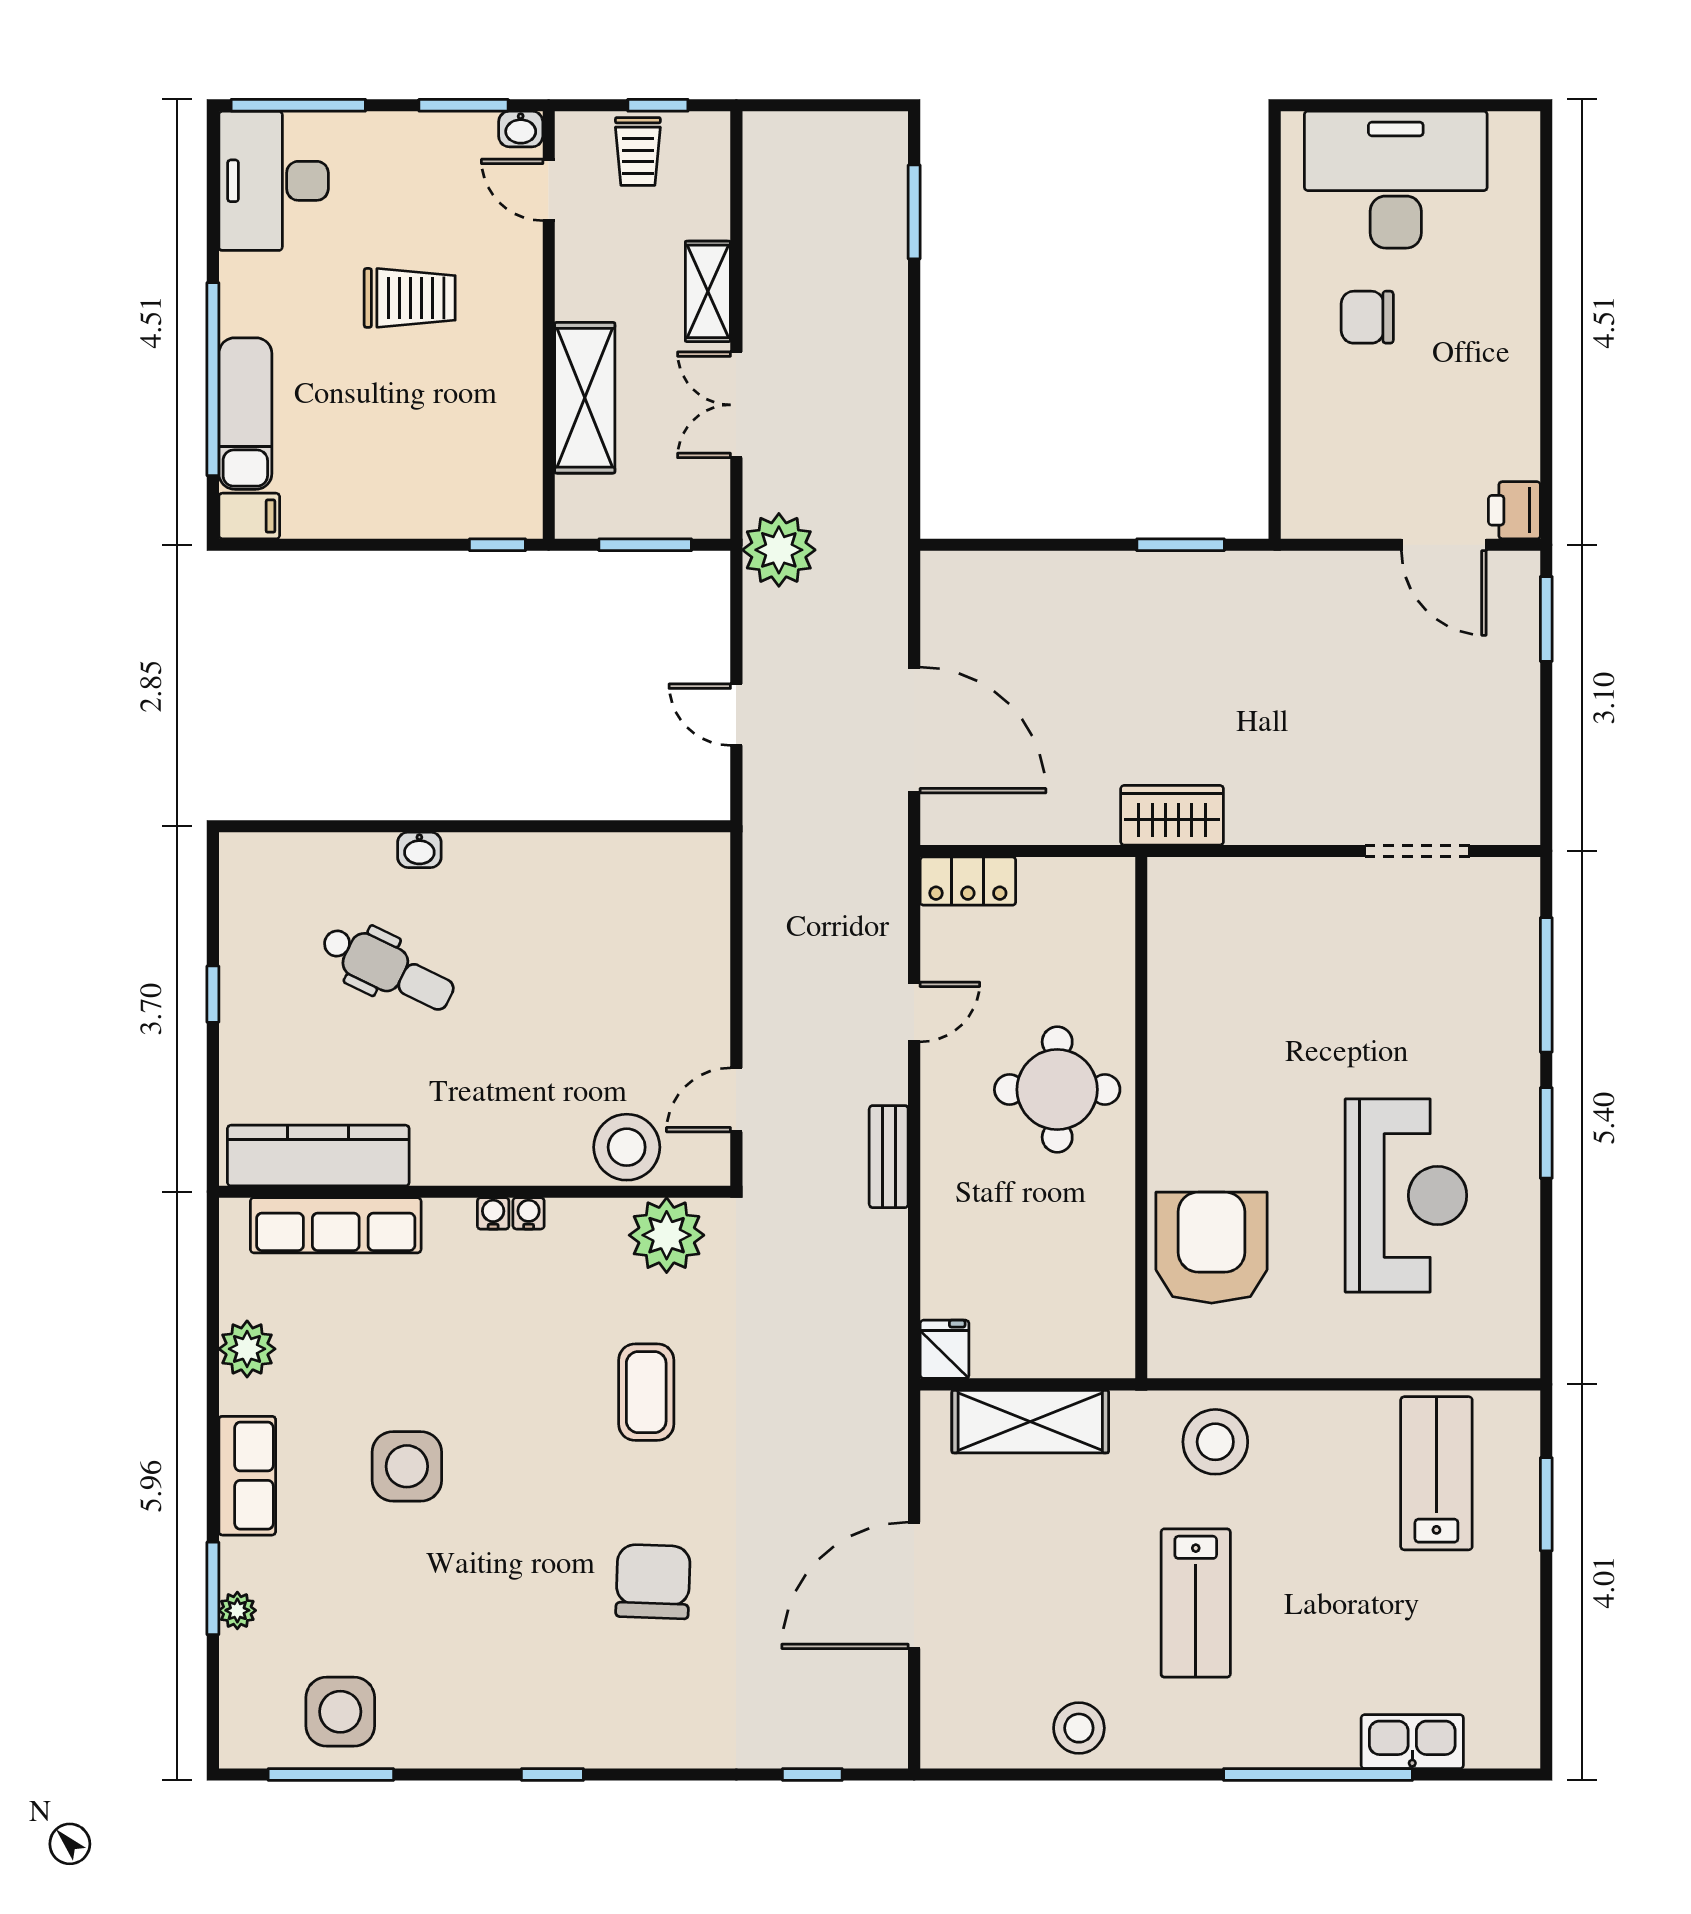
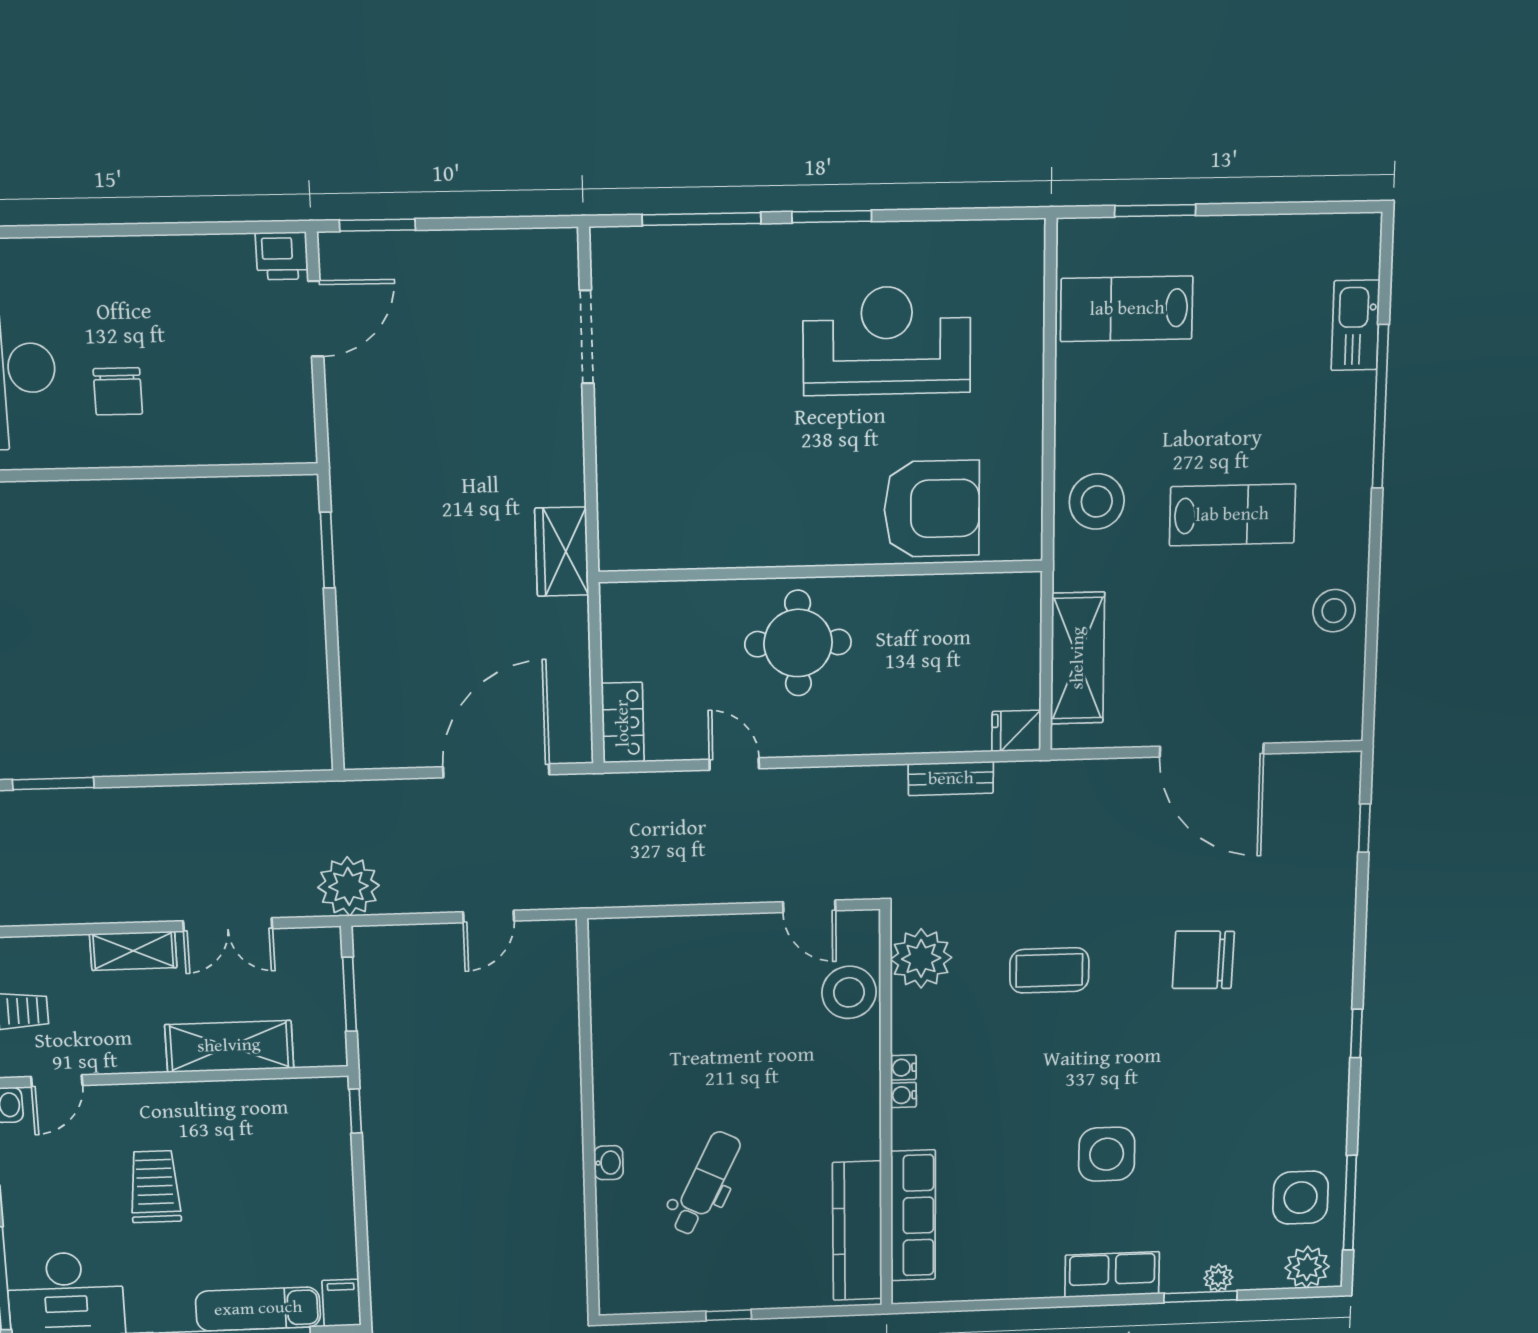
bench: (889, 1157) -> (951, 779), moved
armchair: (1212, 1248) -> (932, 509), turned 180
plant: (247, 1349) -> (1307, 1267), moved

